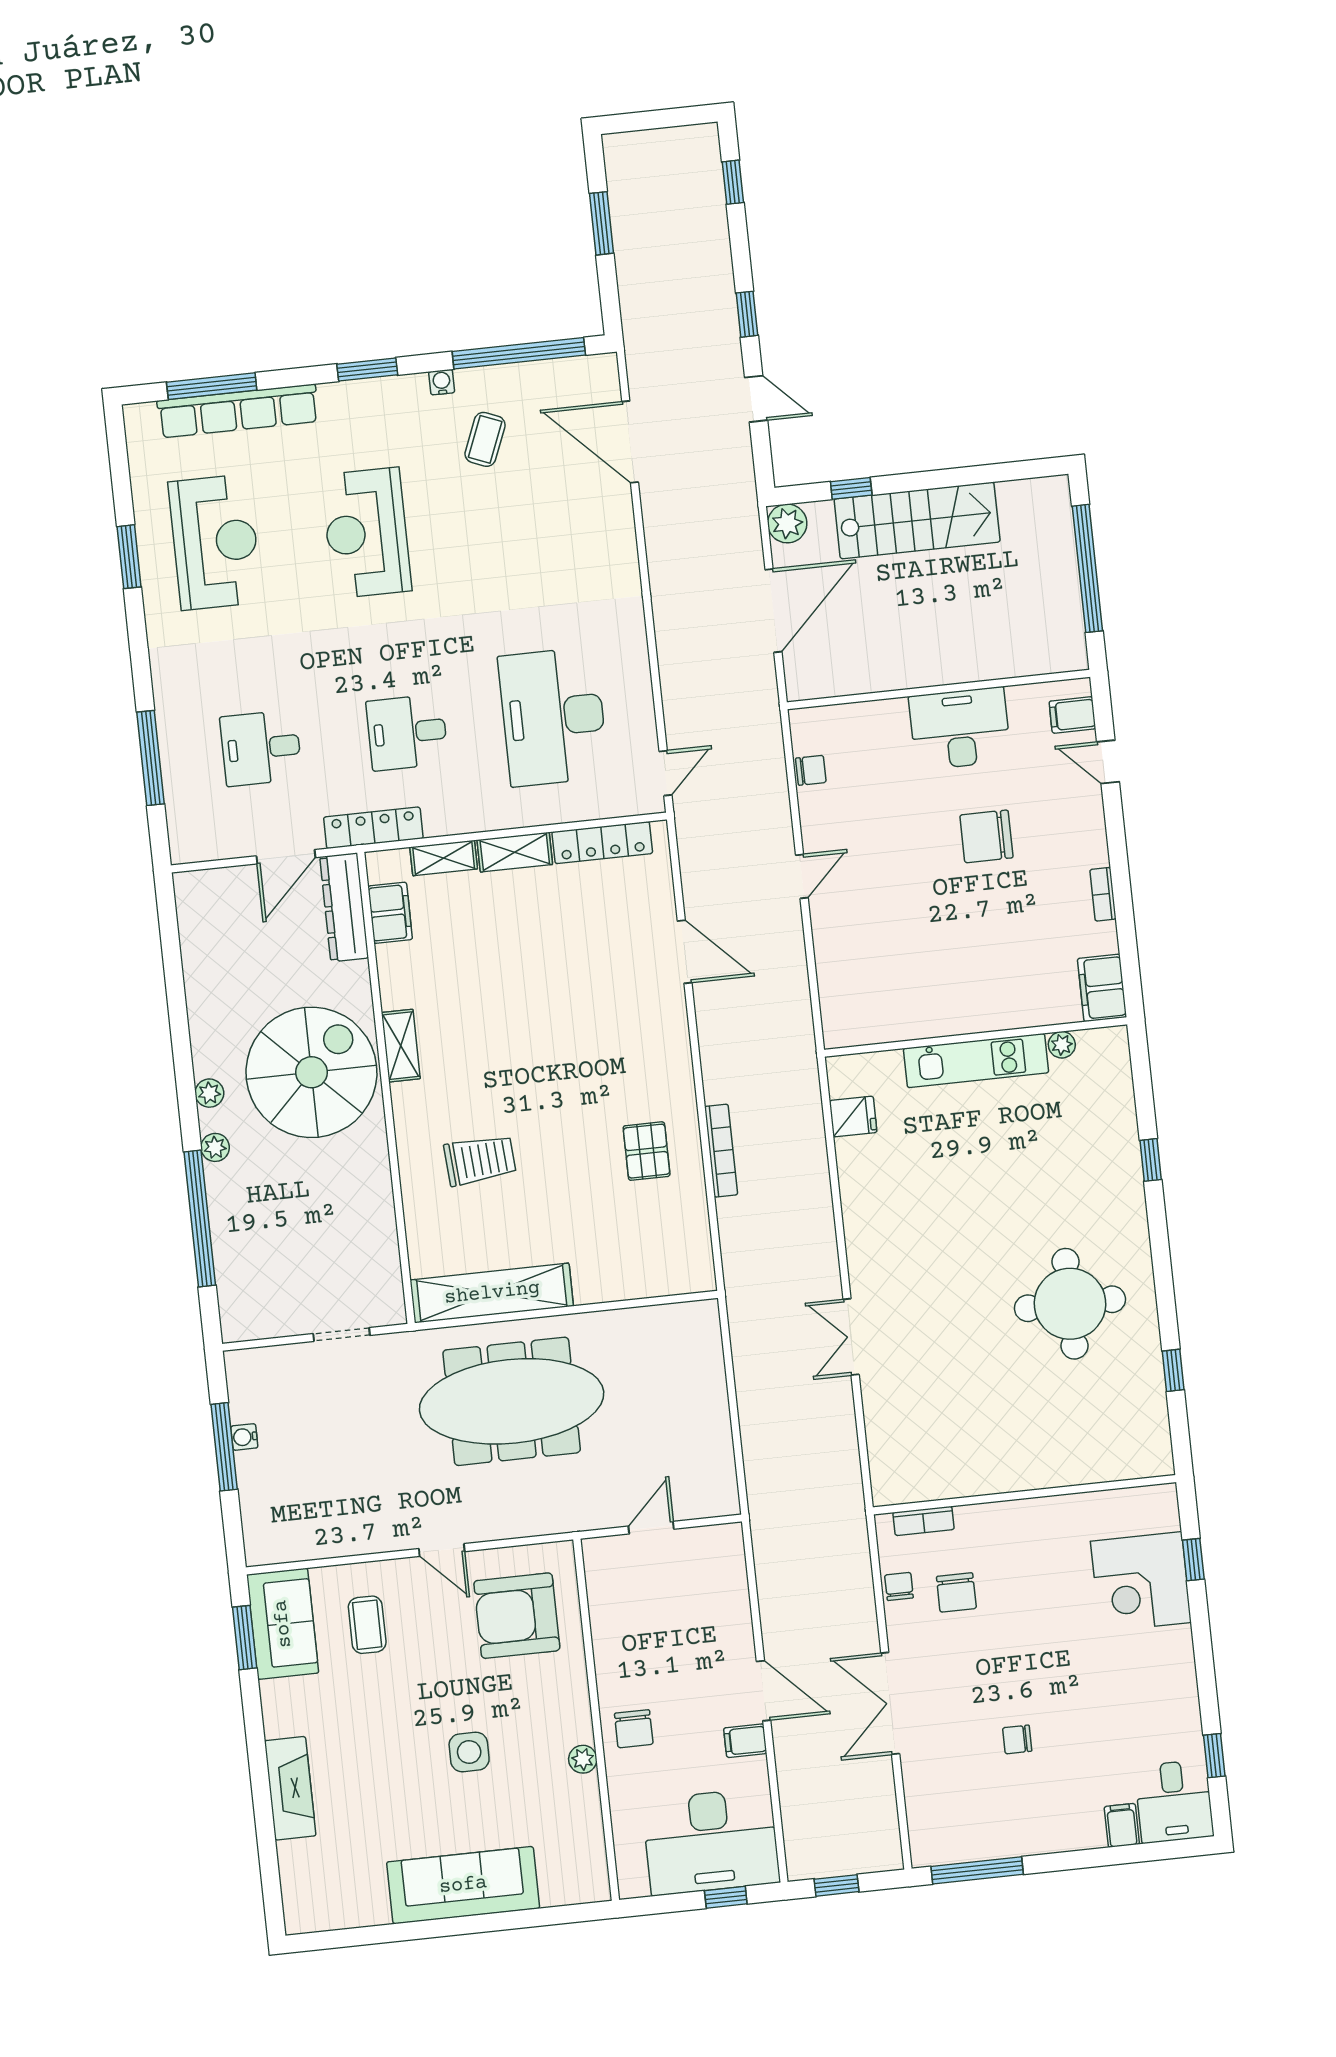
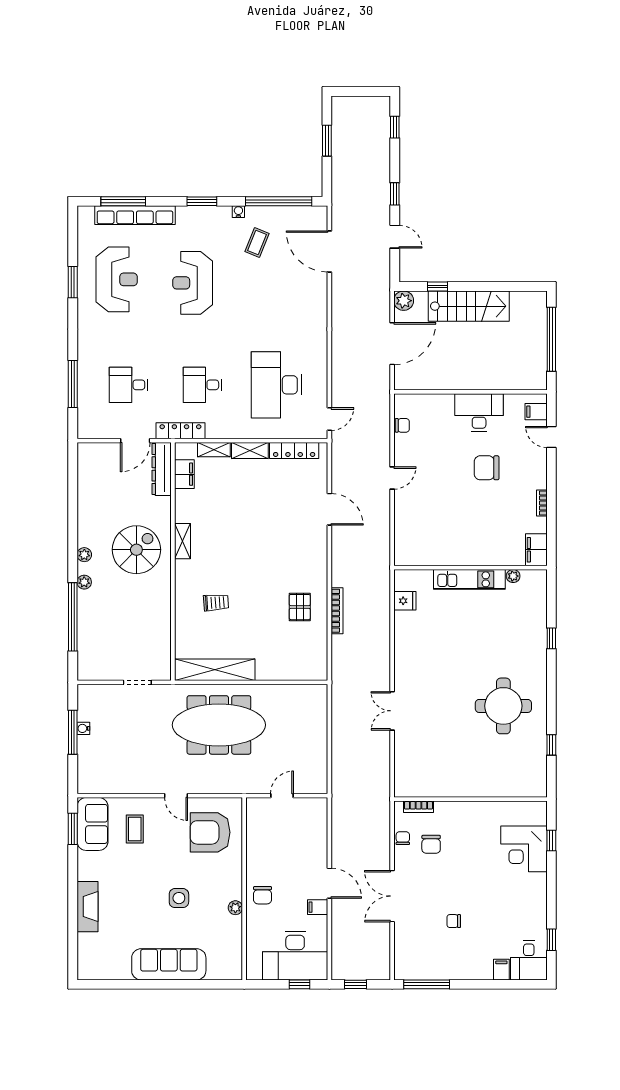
spiral stairs: (311, 1072) -> (136, 550), width x0.73, depth x0.73
trolley: (480, 1160) -> (216, 603), width x0.73, depth x0.72

